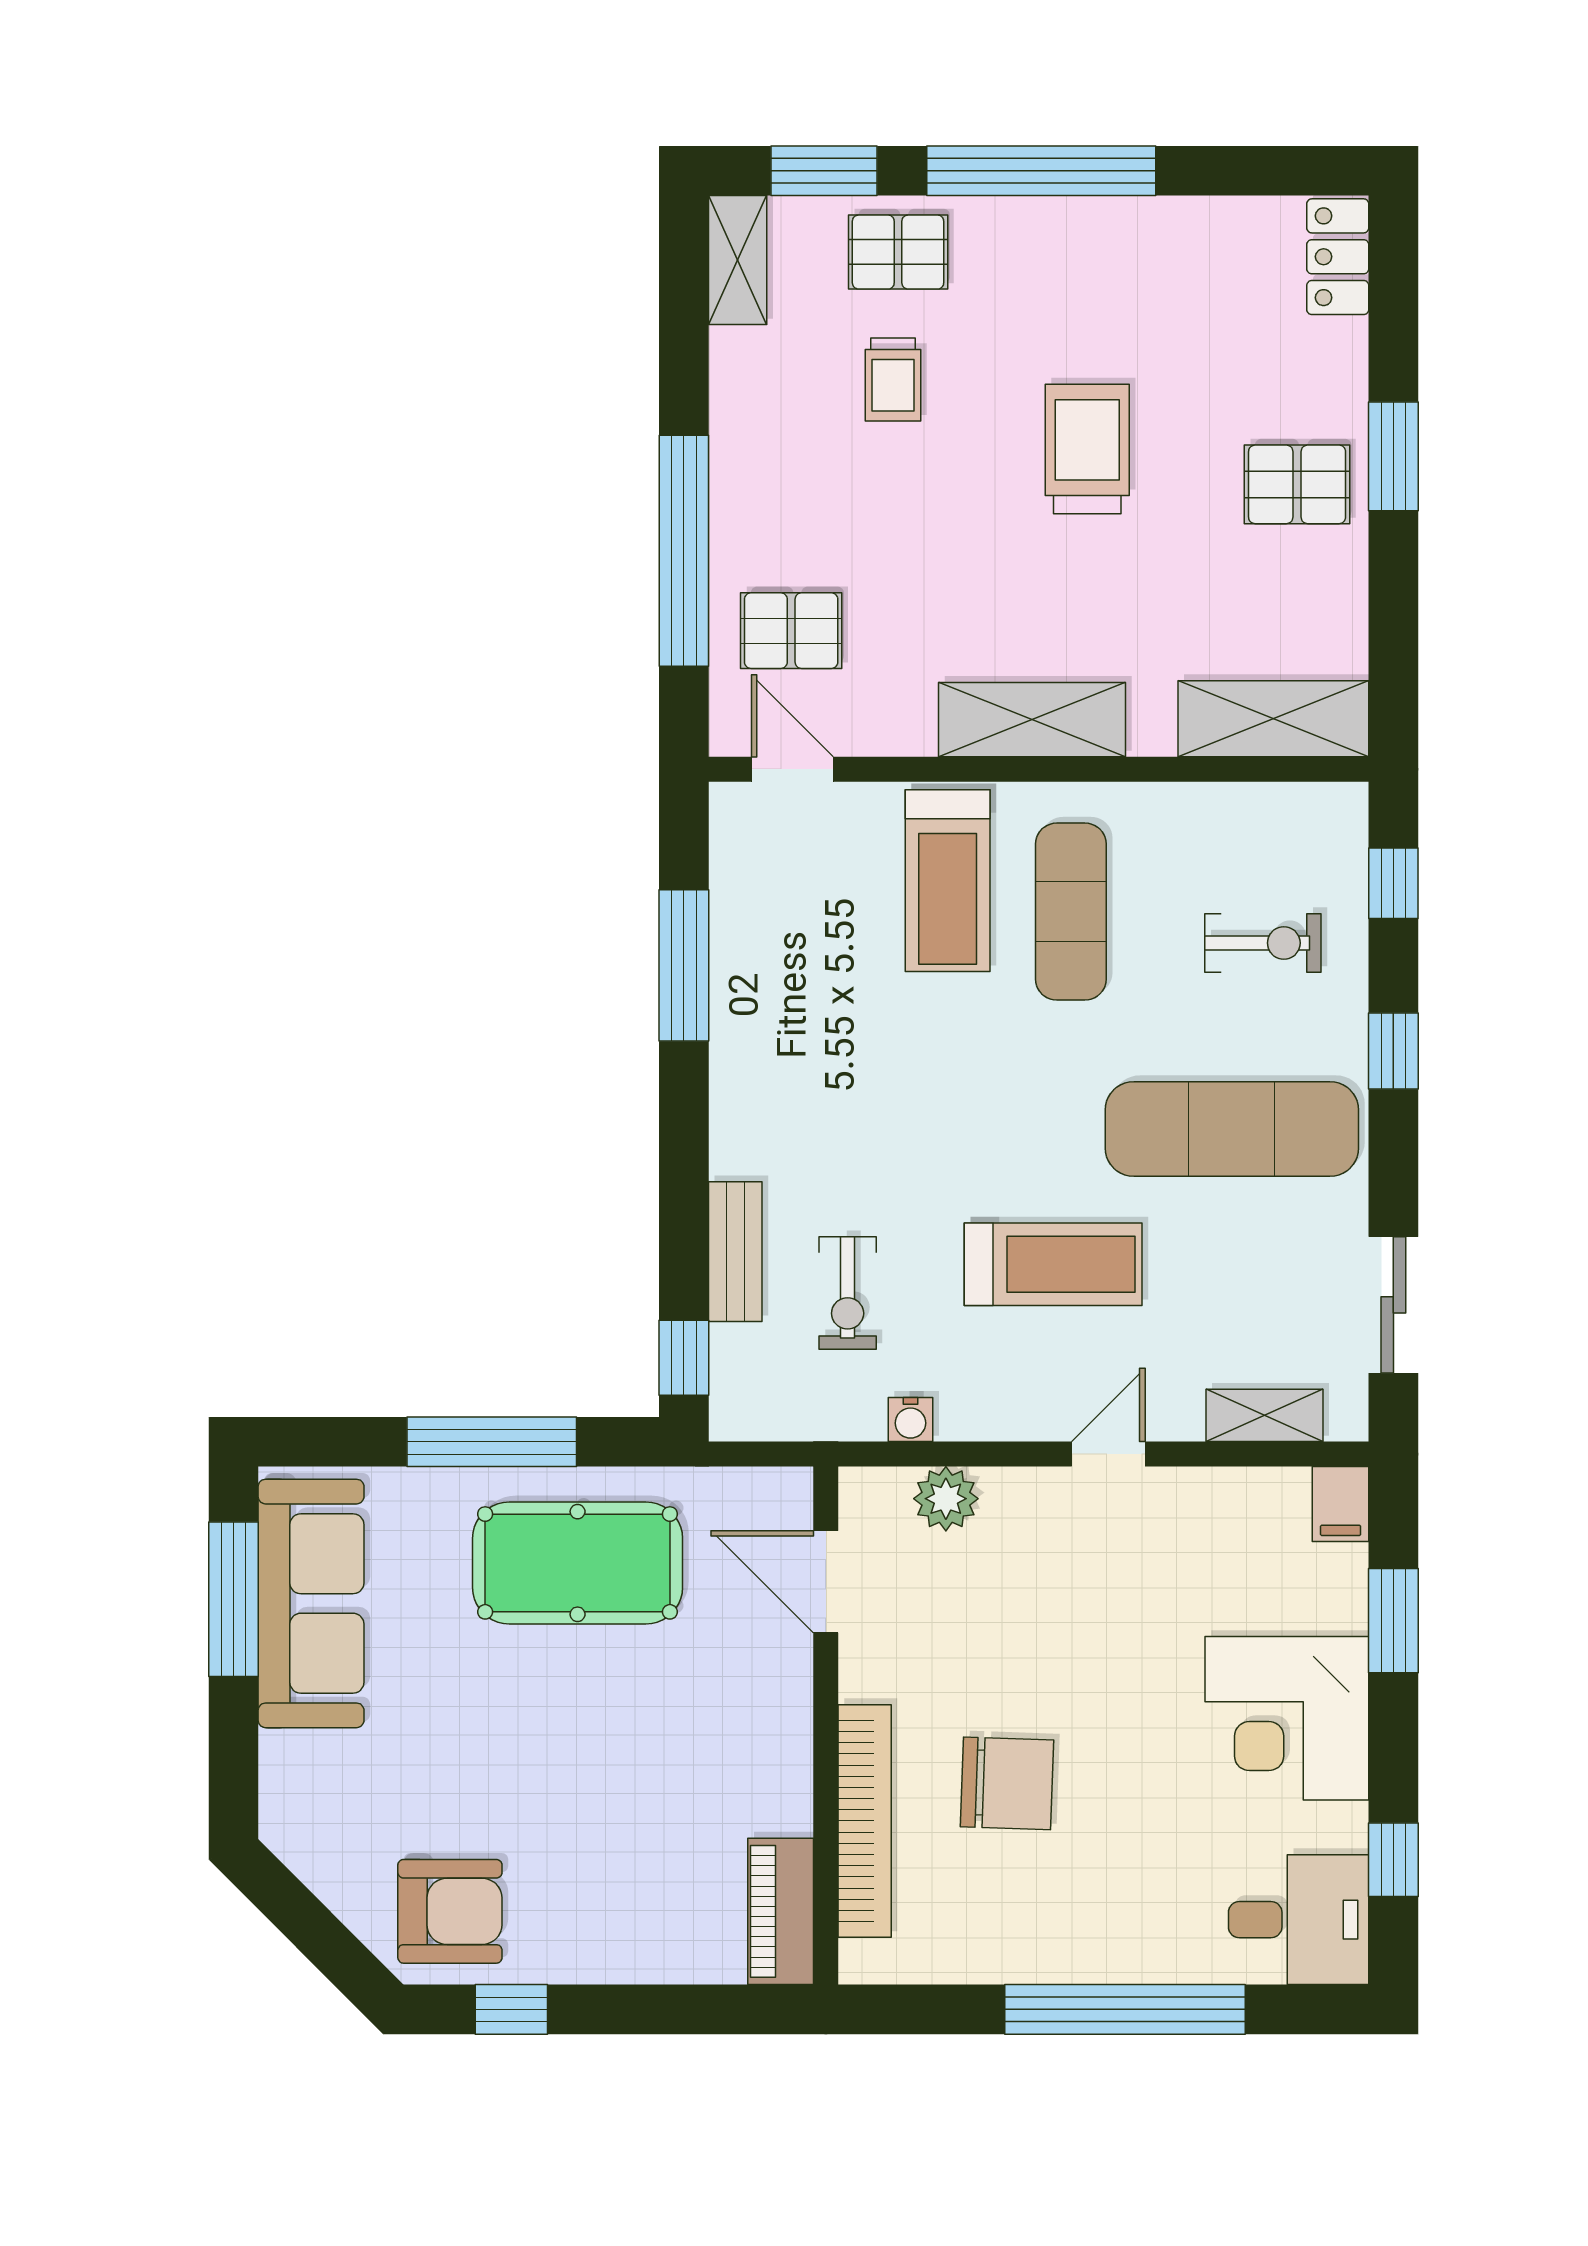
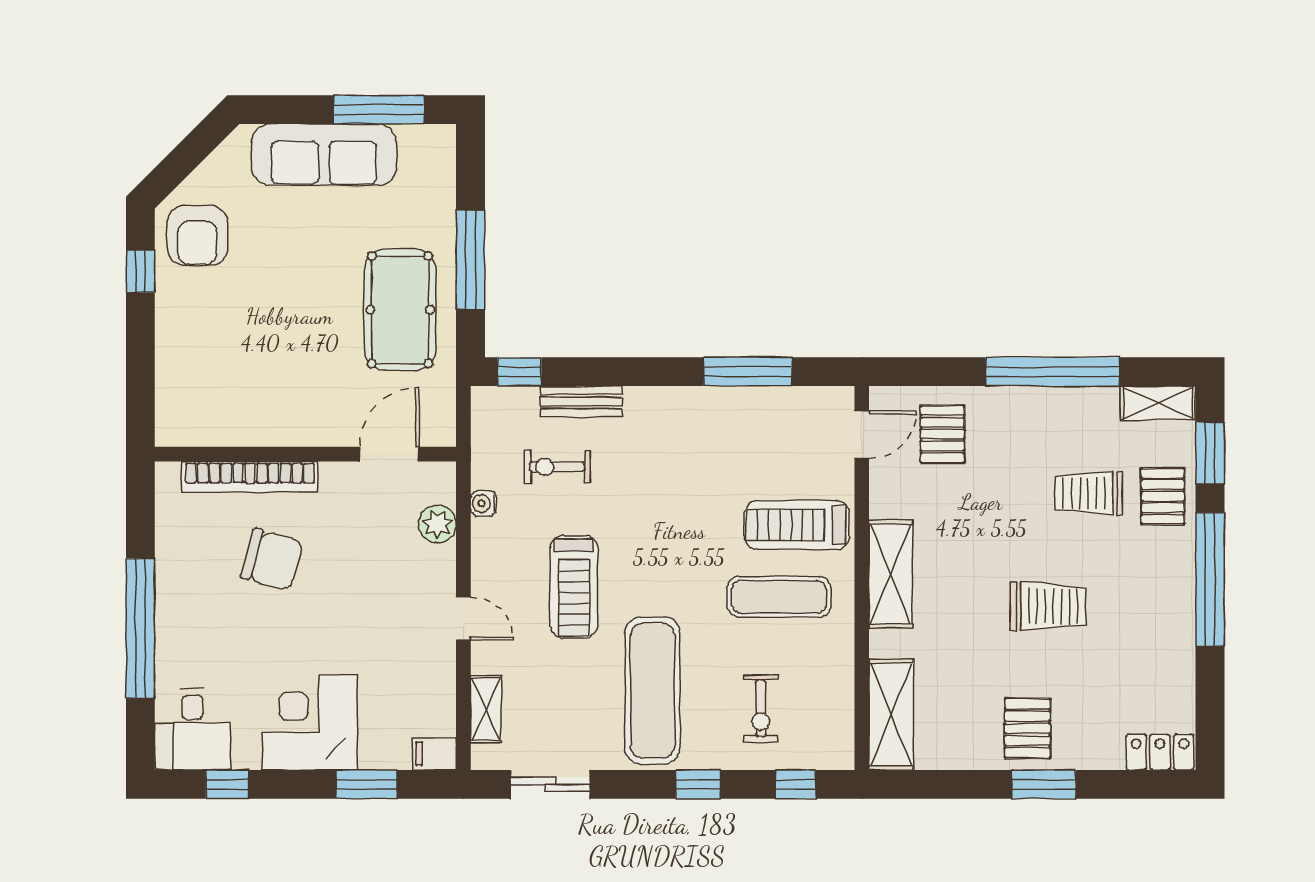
trolley: (893, 379) -> (1089, 493), width x1.36, depth x1.39
window: (684, 551) -> (1053, 372), moved
sofa: (311, 1603) -> (324, 155), moved
chair: (1007, 1783) -> (272, 560), turned -76
piano: (781, 1911) -> (197, 428), removed

